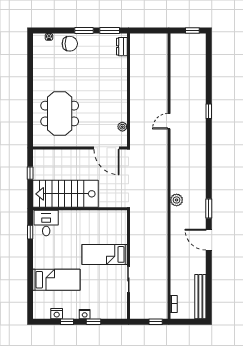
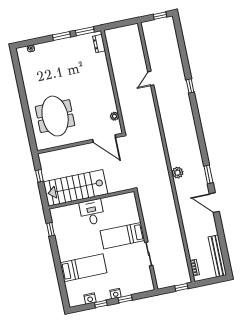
chair: (70, 44) -> (51, 51), removed
door: (169, 121) -> (151, 78), moved
desk: (46, 223) -> (92, 212), moved

